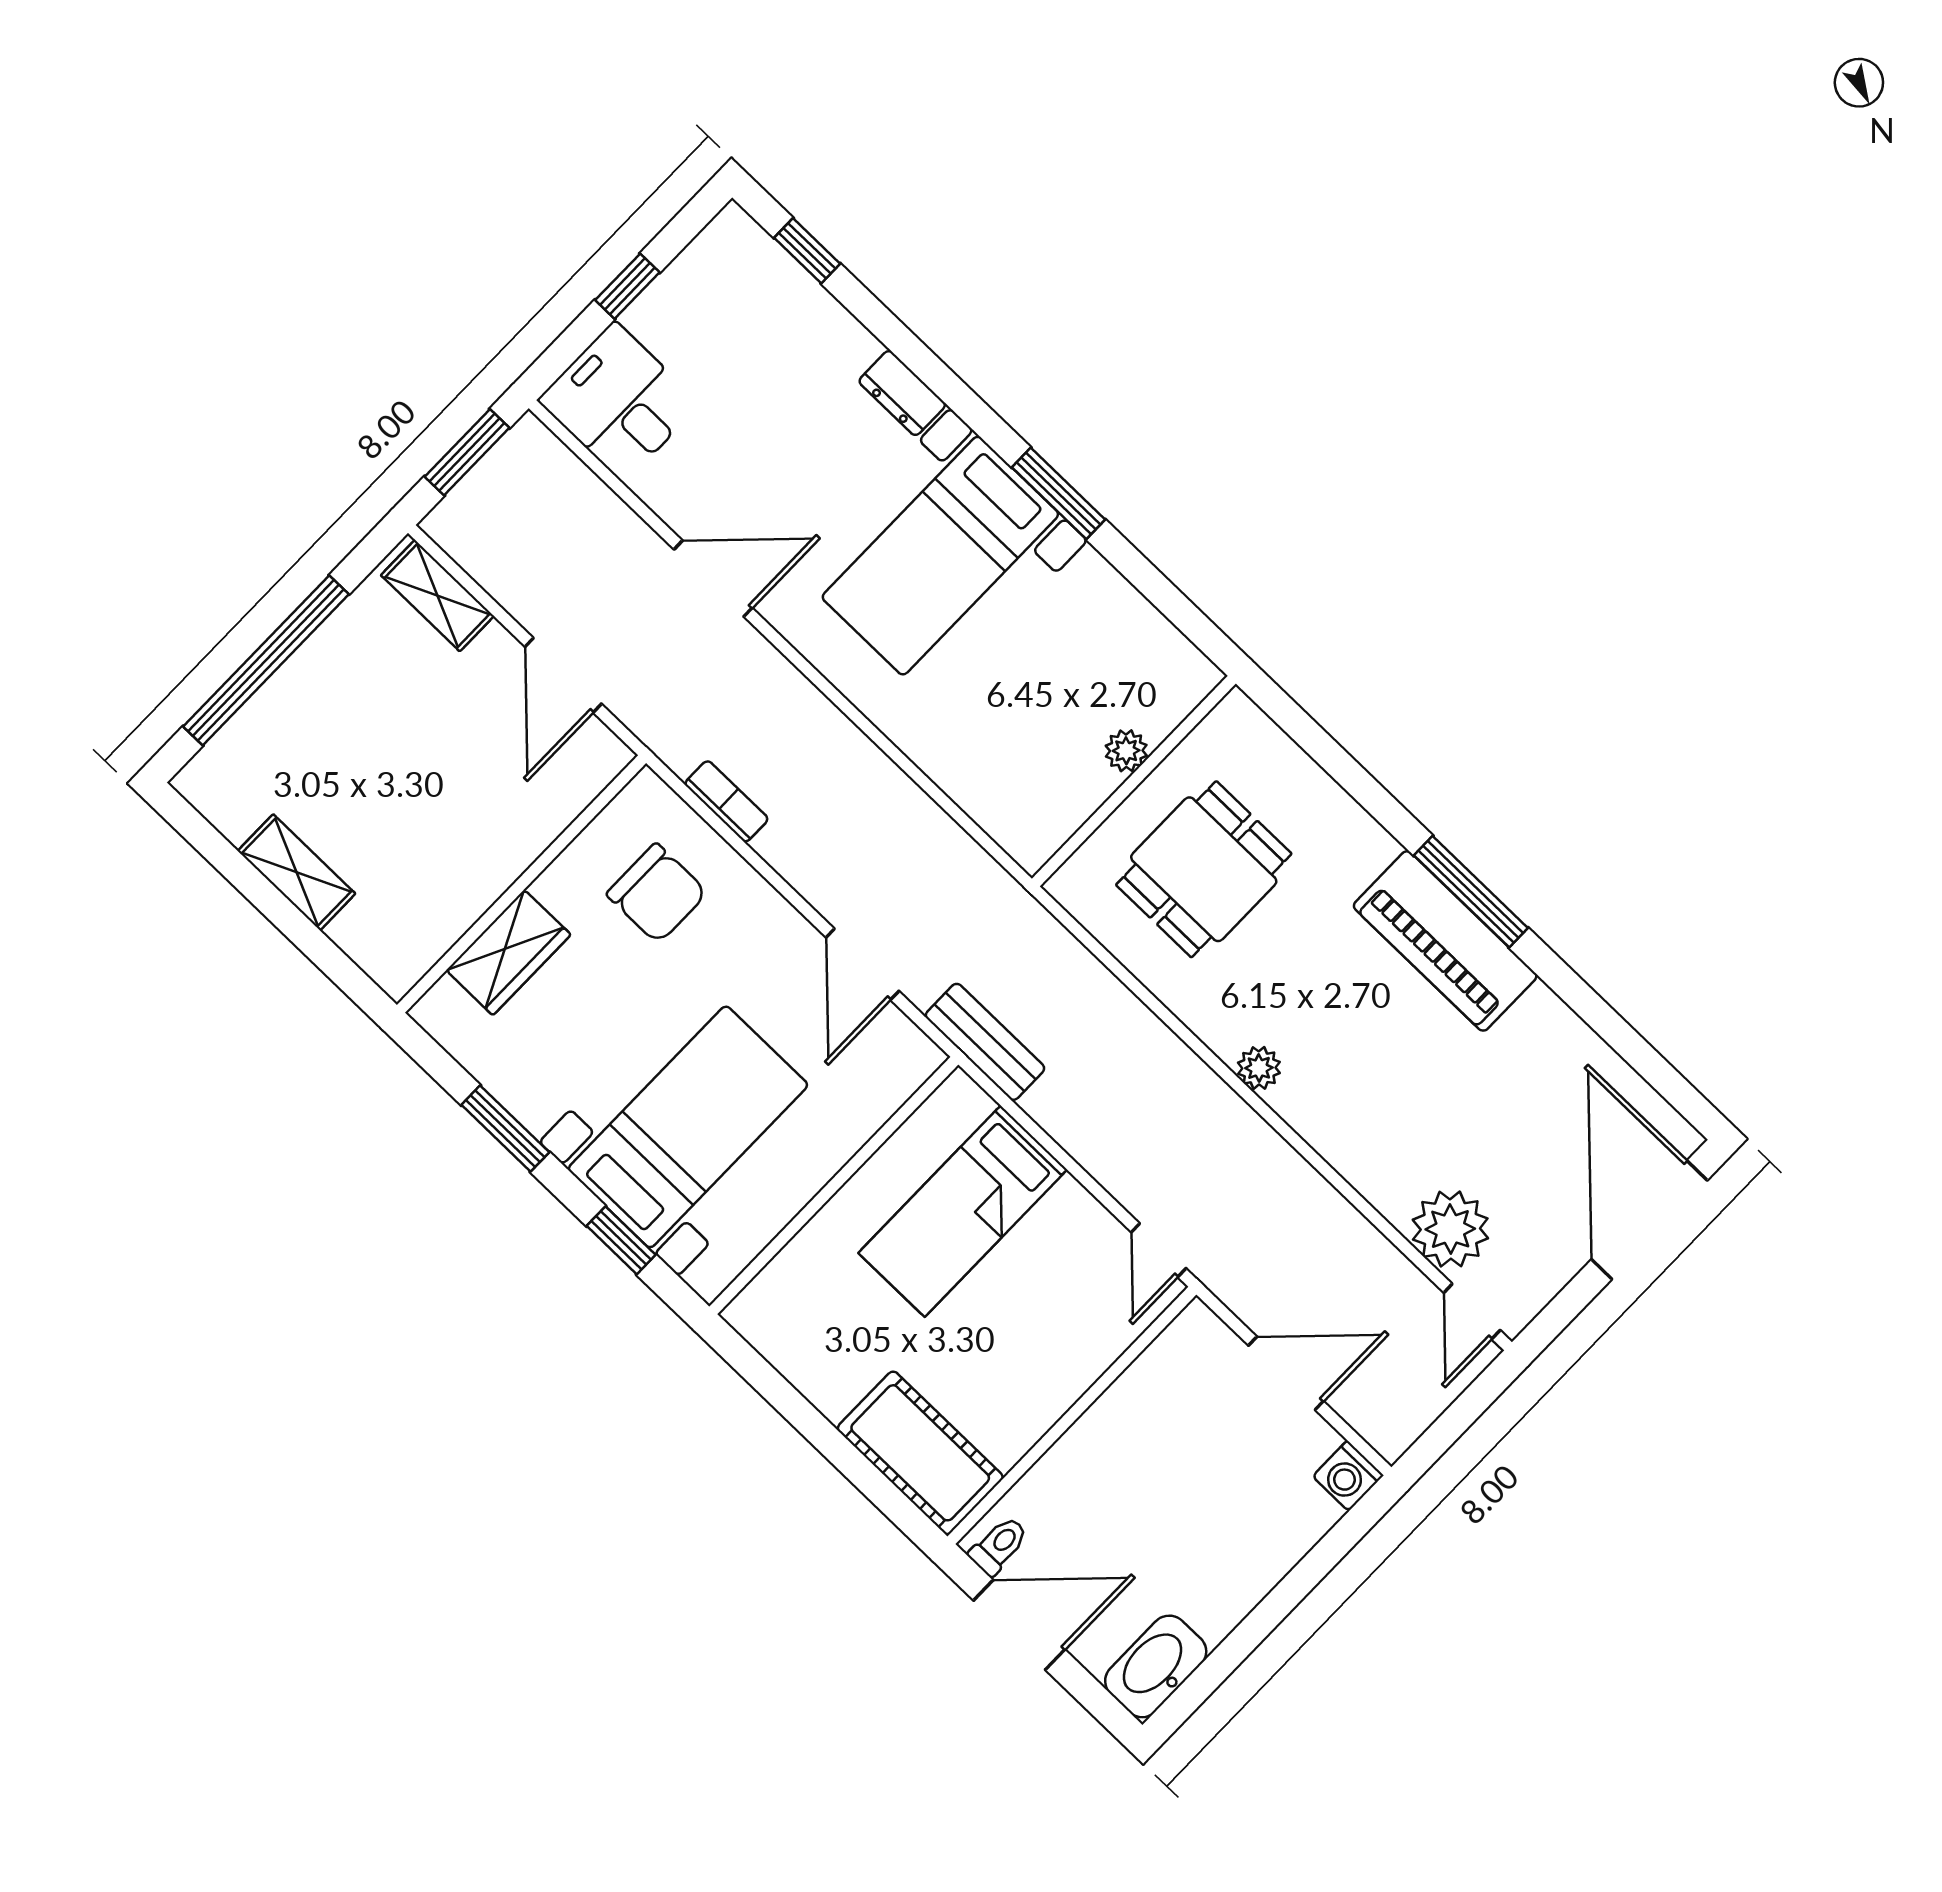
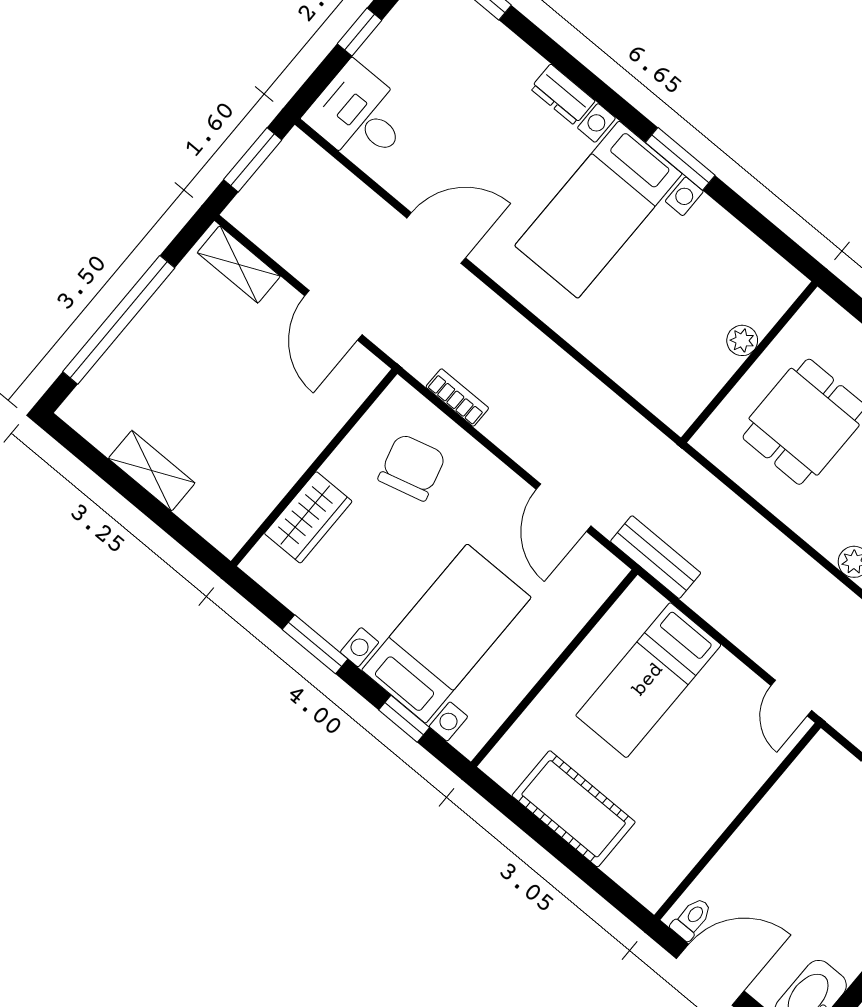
chair: (657, 893) -> (412, 467), turned -105
cot: (920, 1453) -> (574, 809), moved

